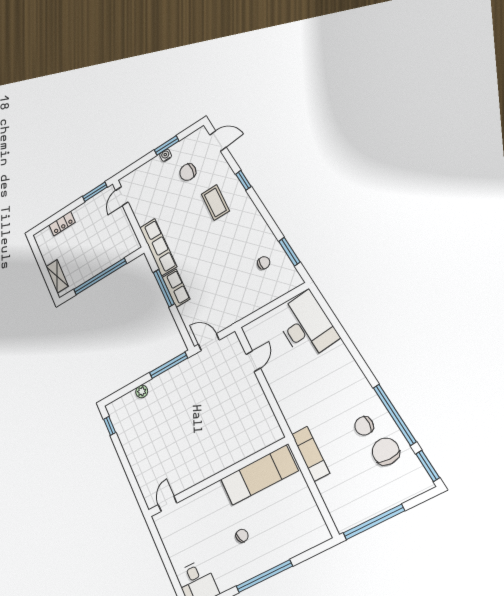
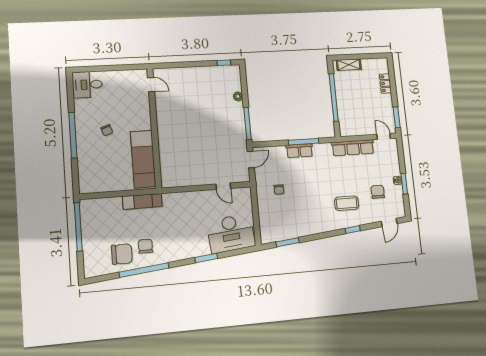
row of seats: (158, 247) -> (353, 148), moved
chair: (264, 263) -> (279, 189), moved
window: (428, 466) -> (206, 258), moved

